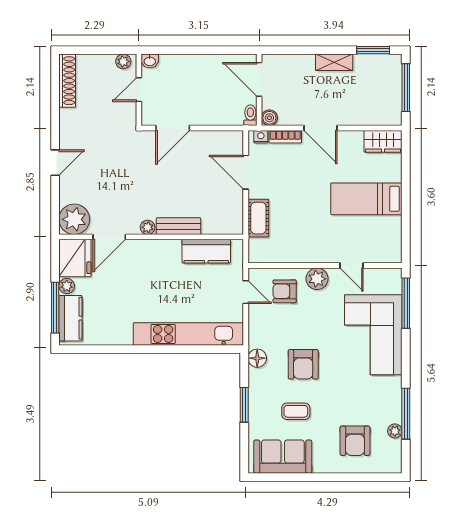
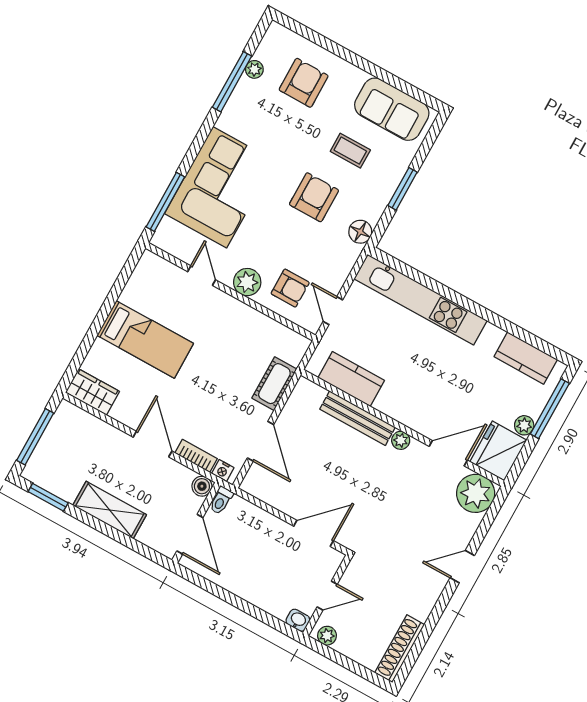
shelving: (334, 62) -> (110, 510), width x1.50, depth x1.33
bench: (179, 226) -> (358, 418), width x1.36
kitchen counter: (70, 318) -> (526, 358), moved, turned -90

